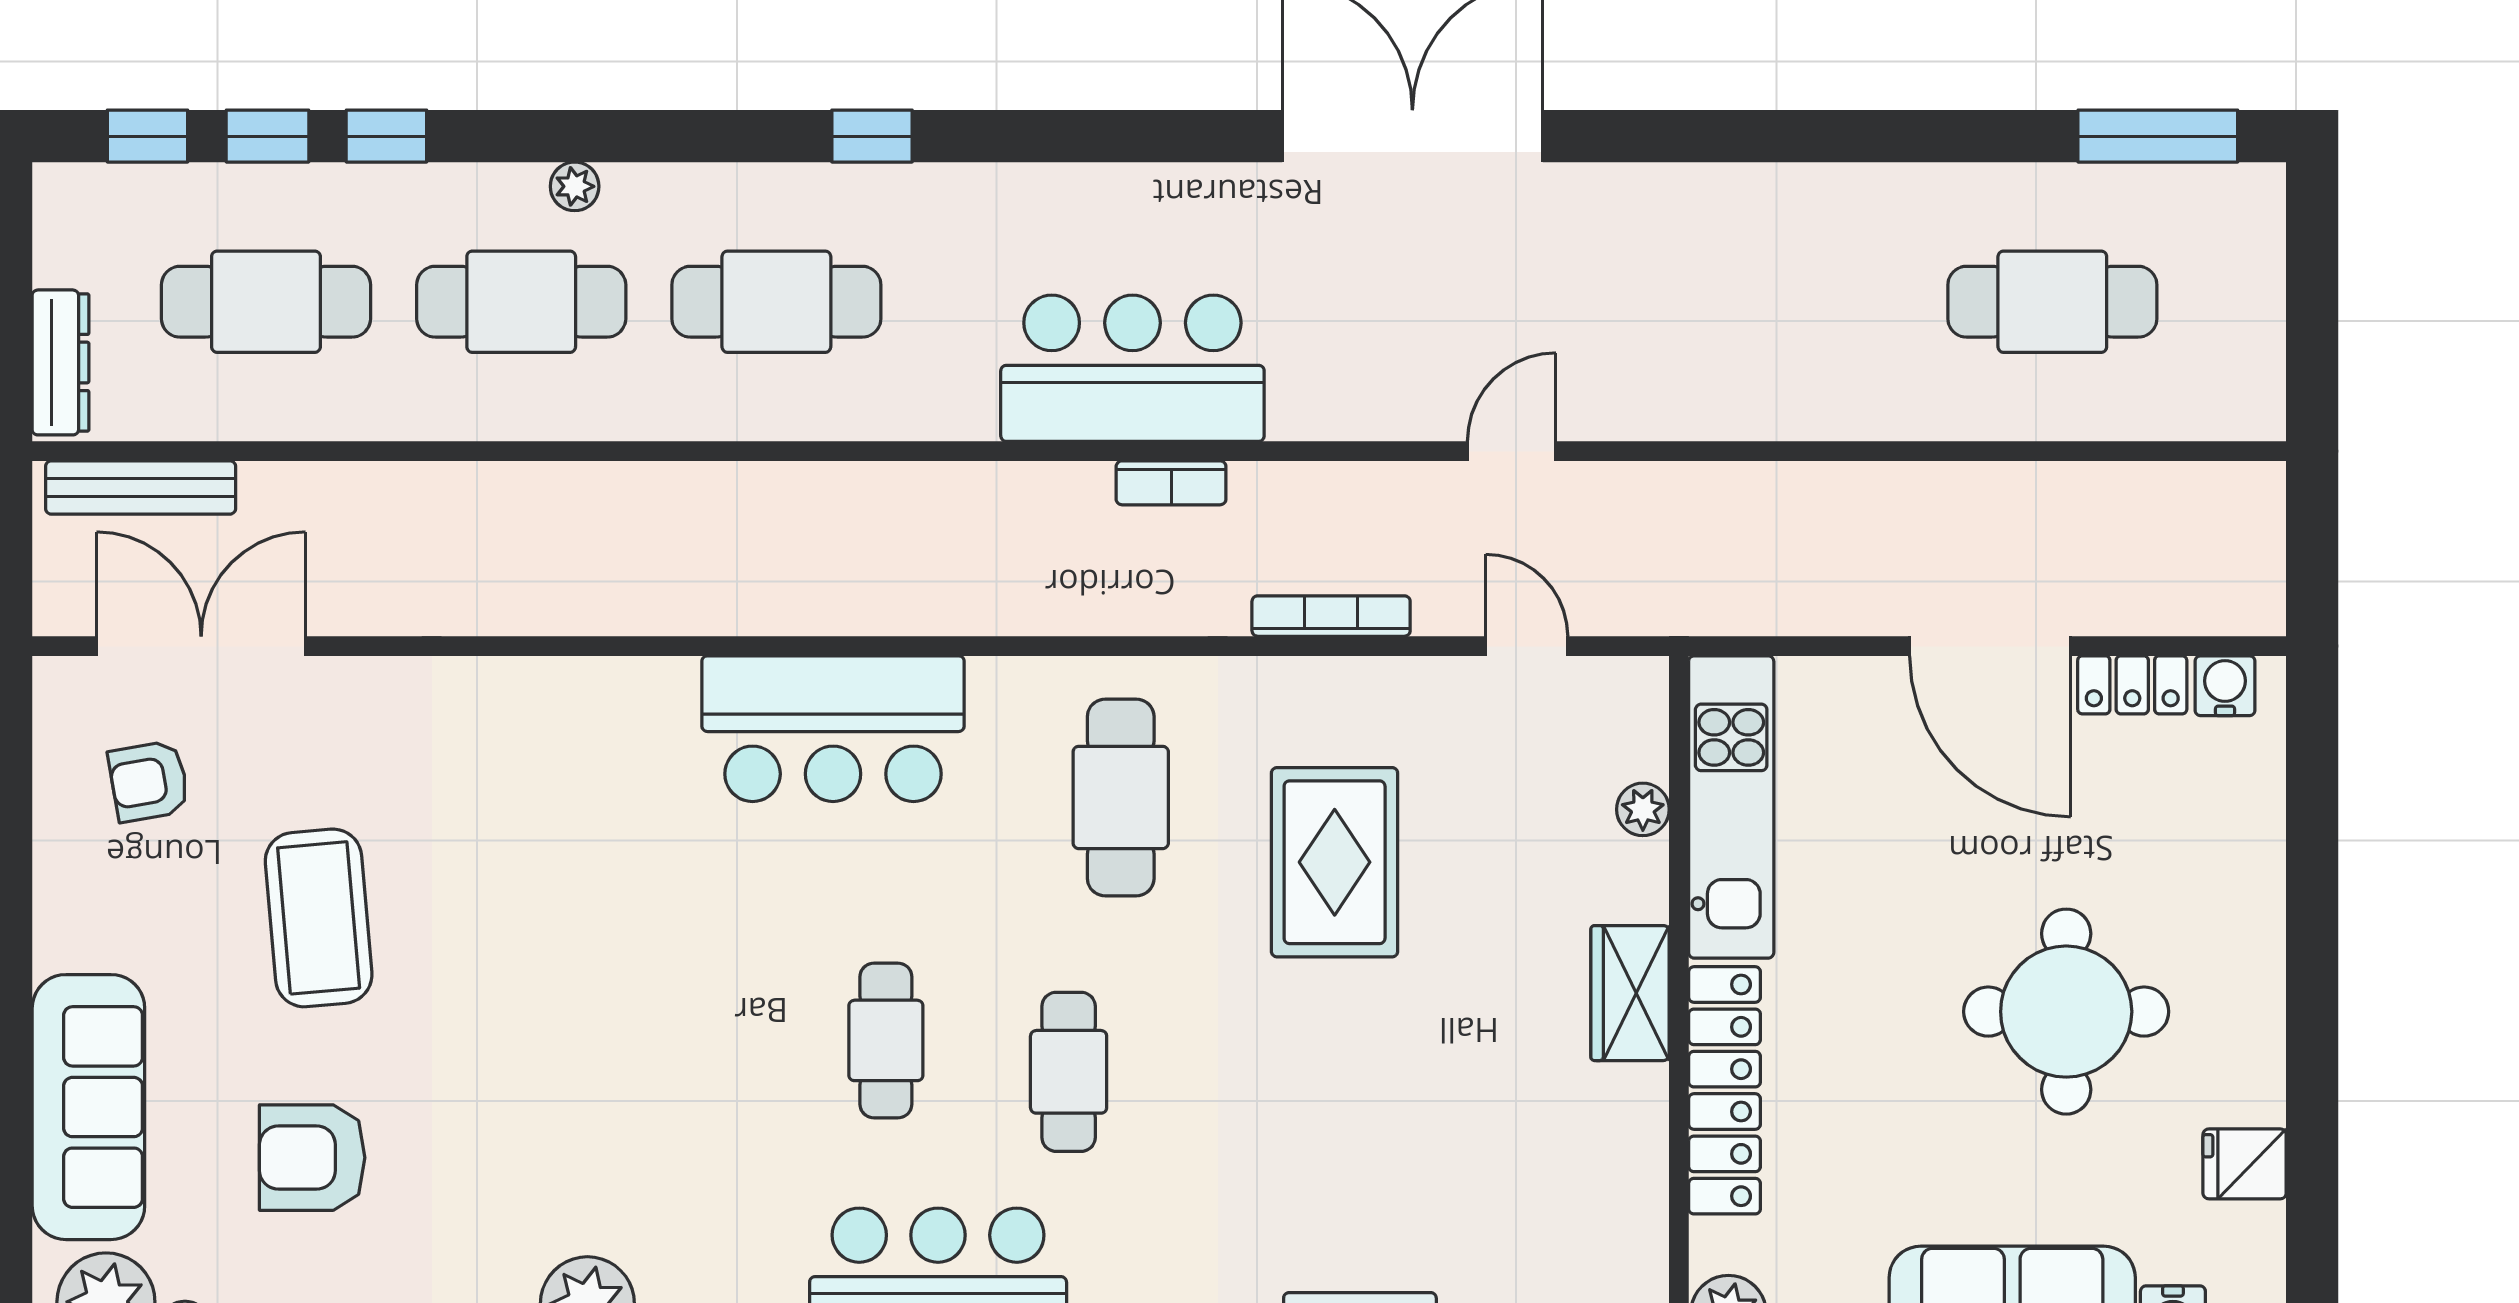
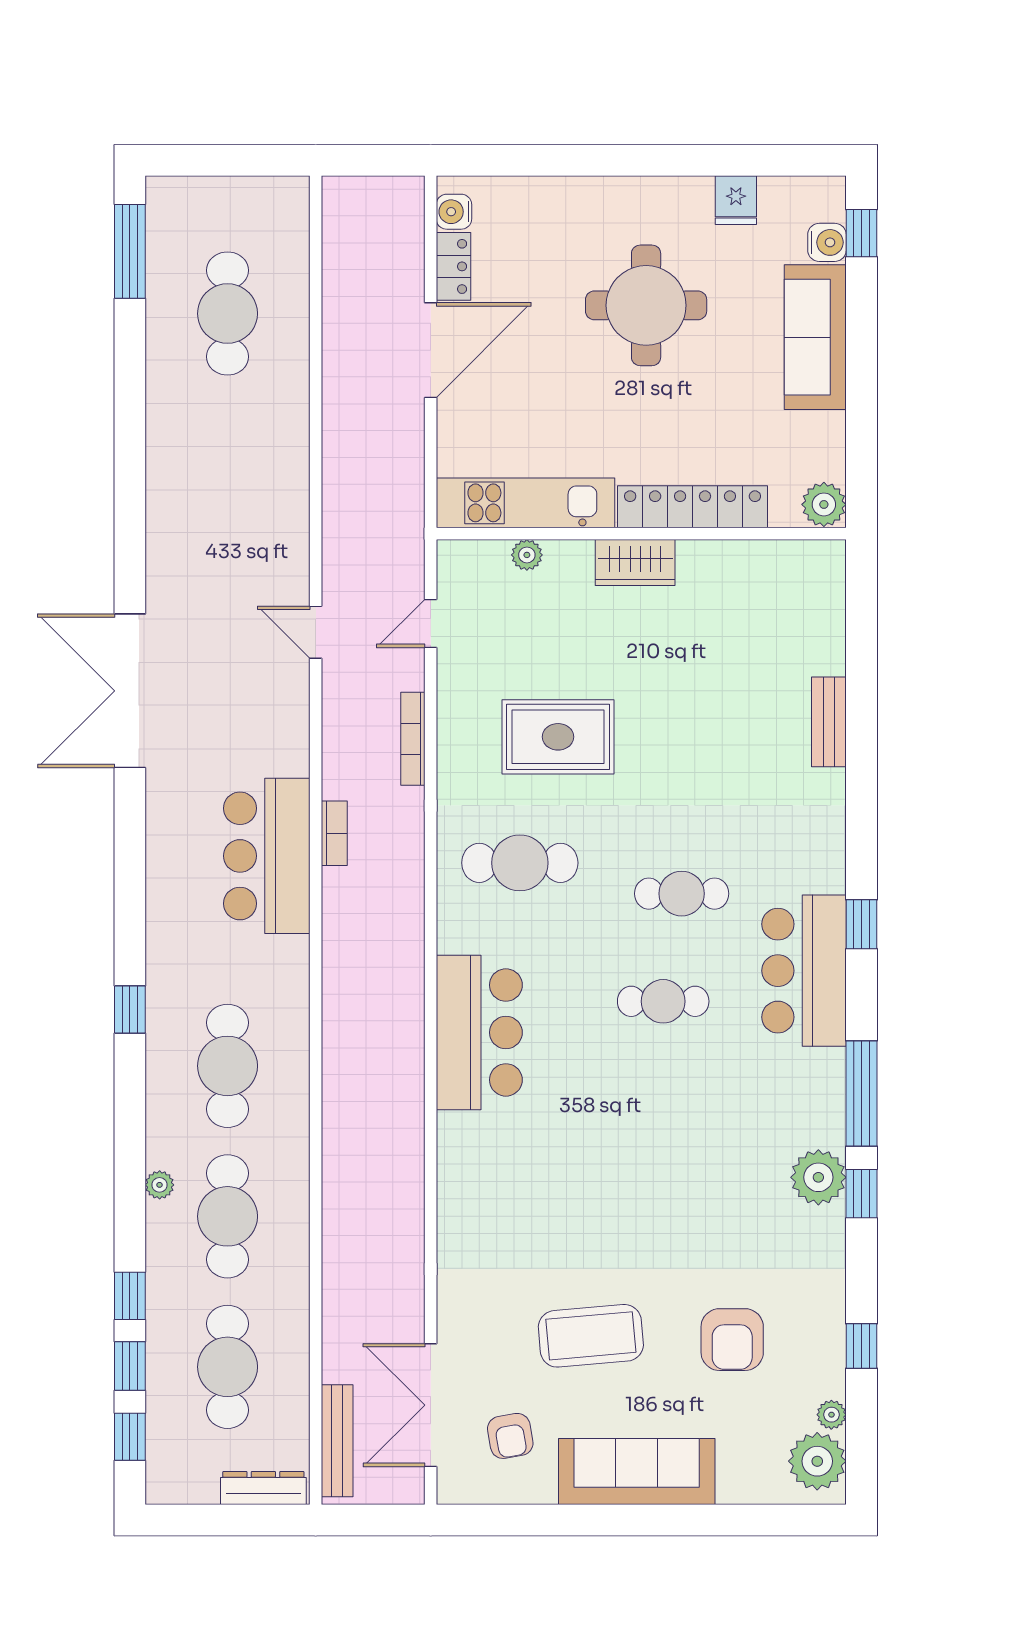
sofa: (88, 1107) -> (637, 1472), moved

